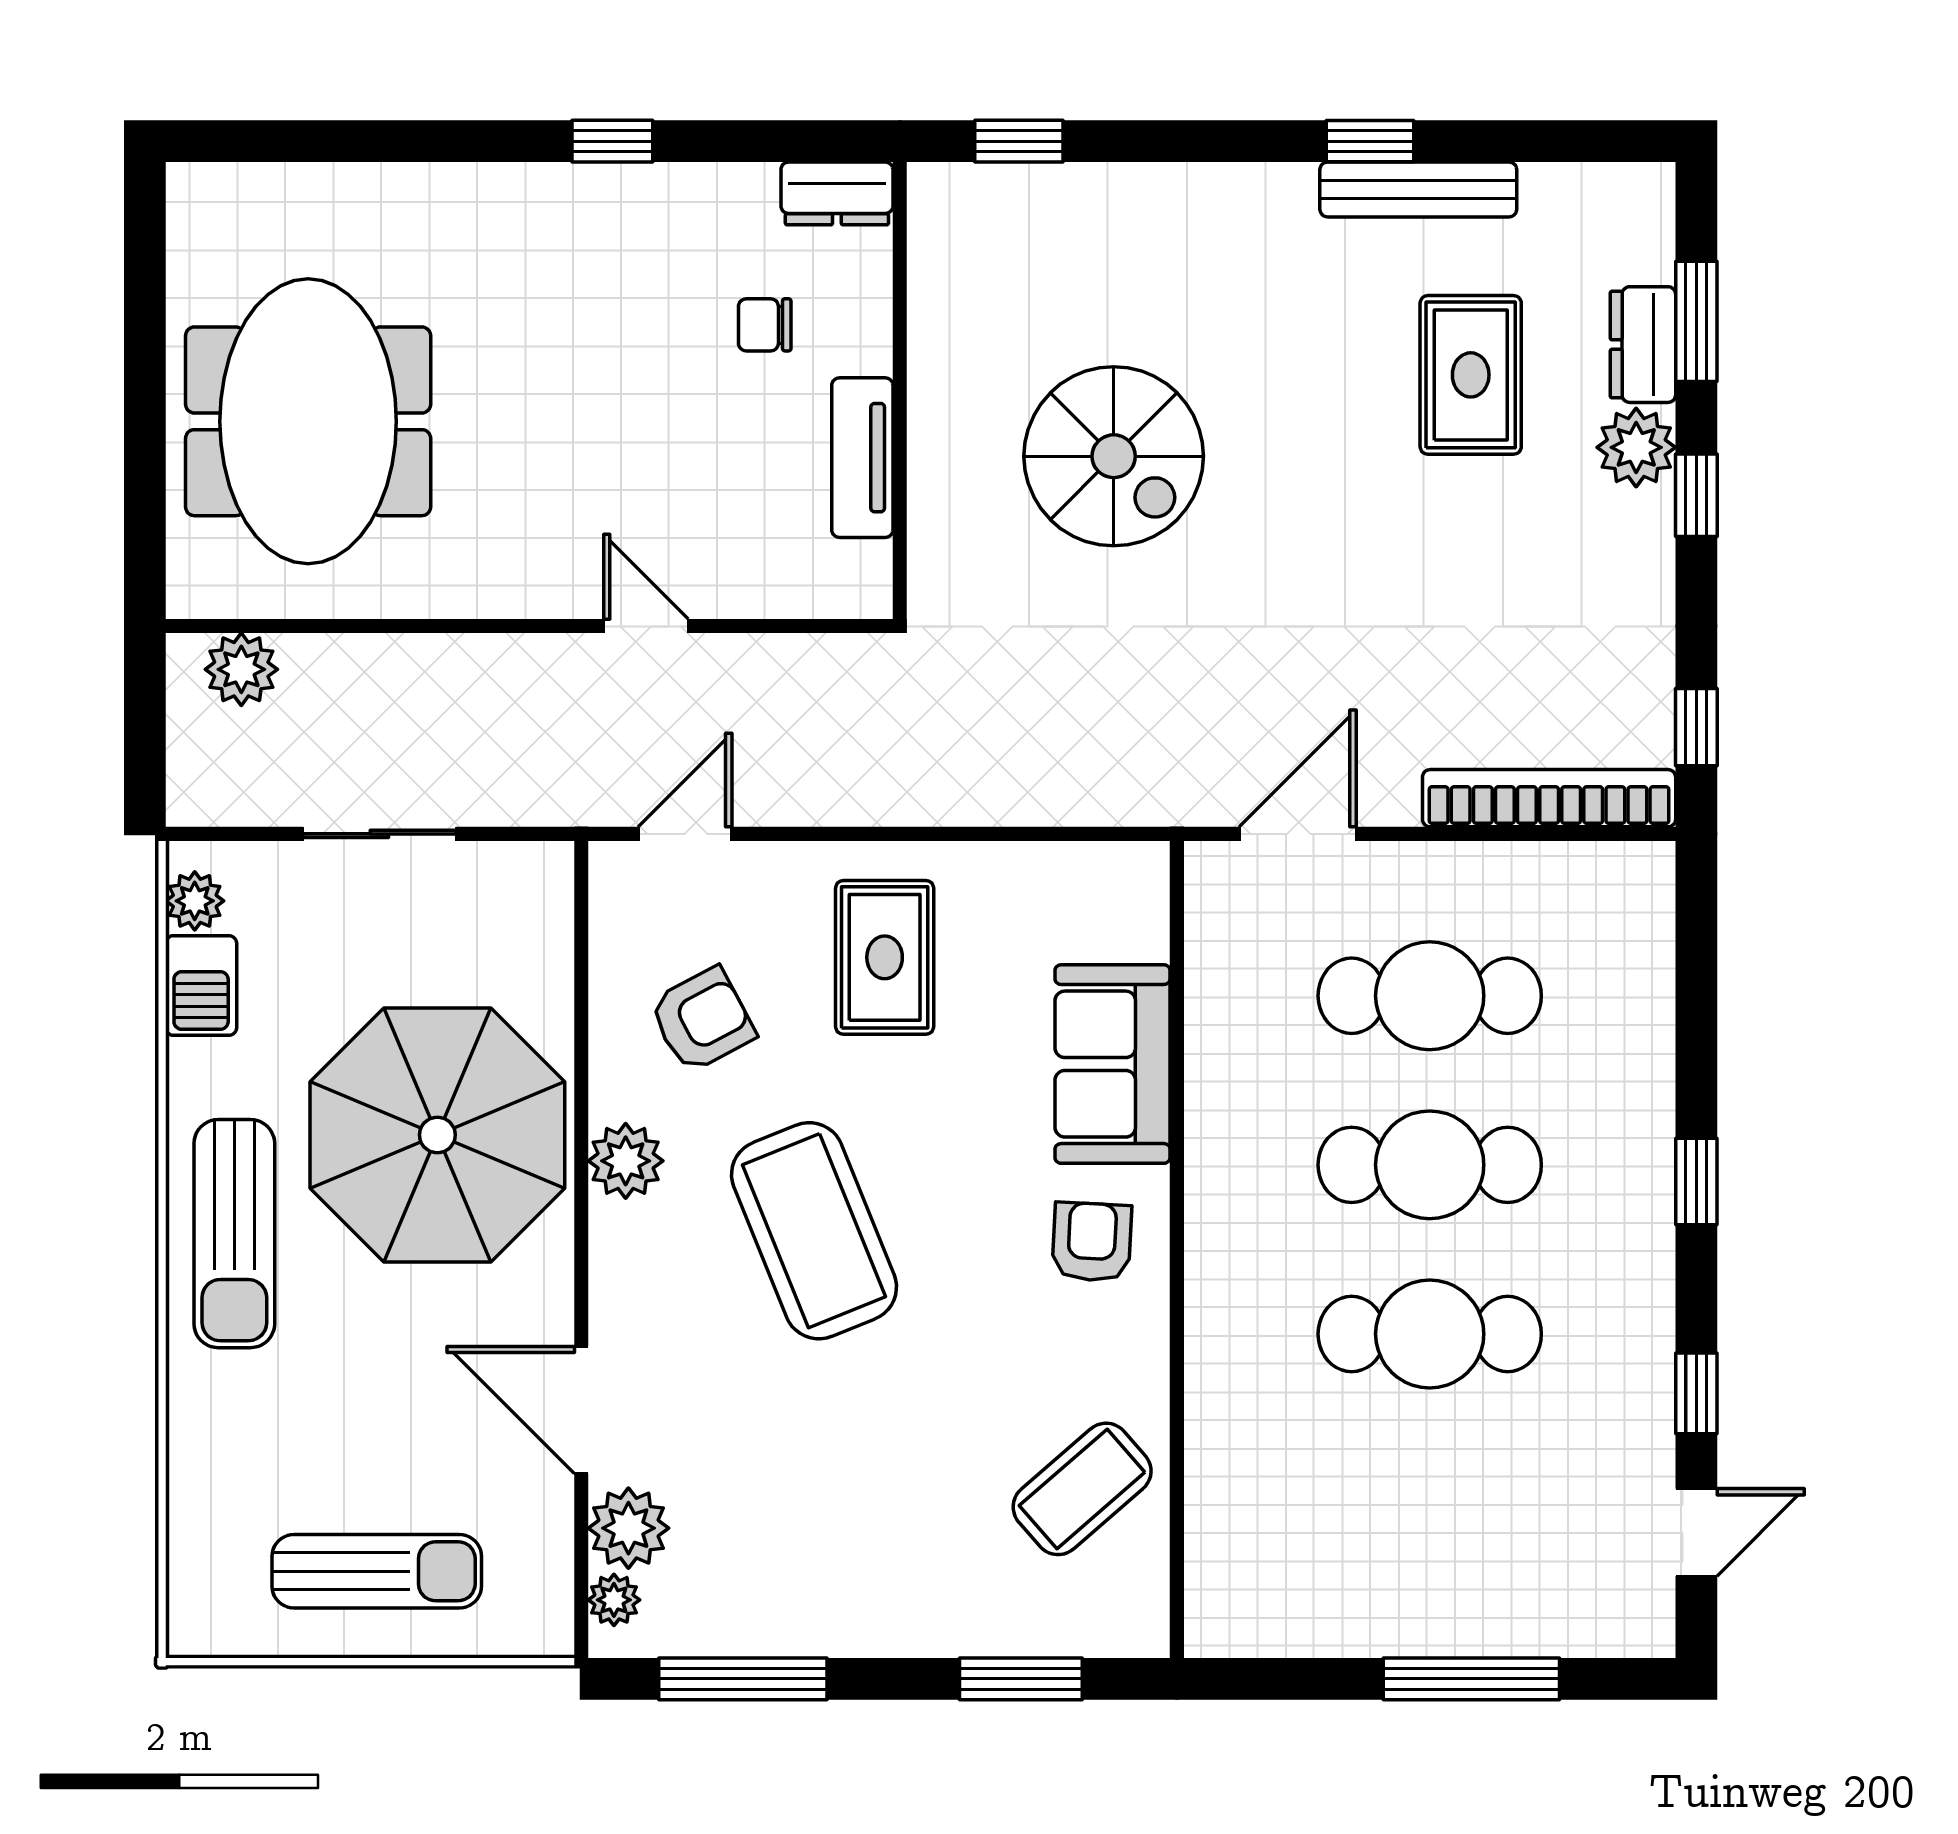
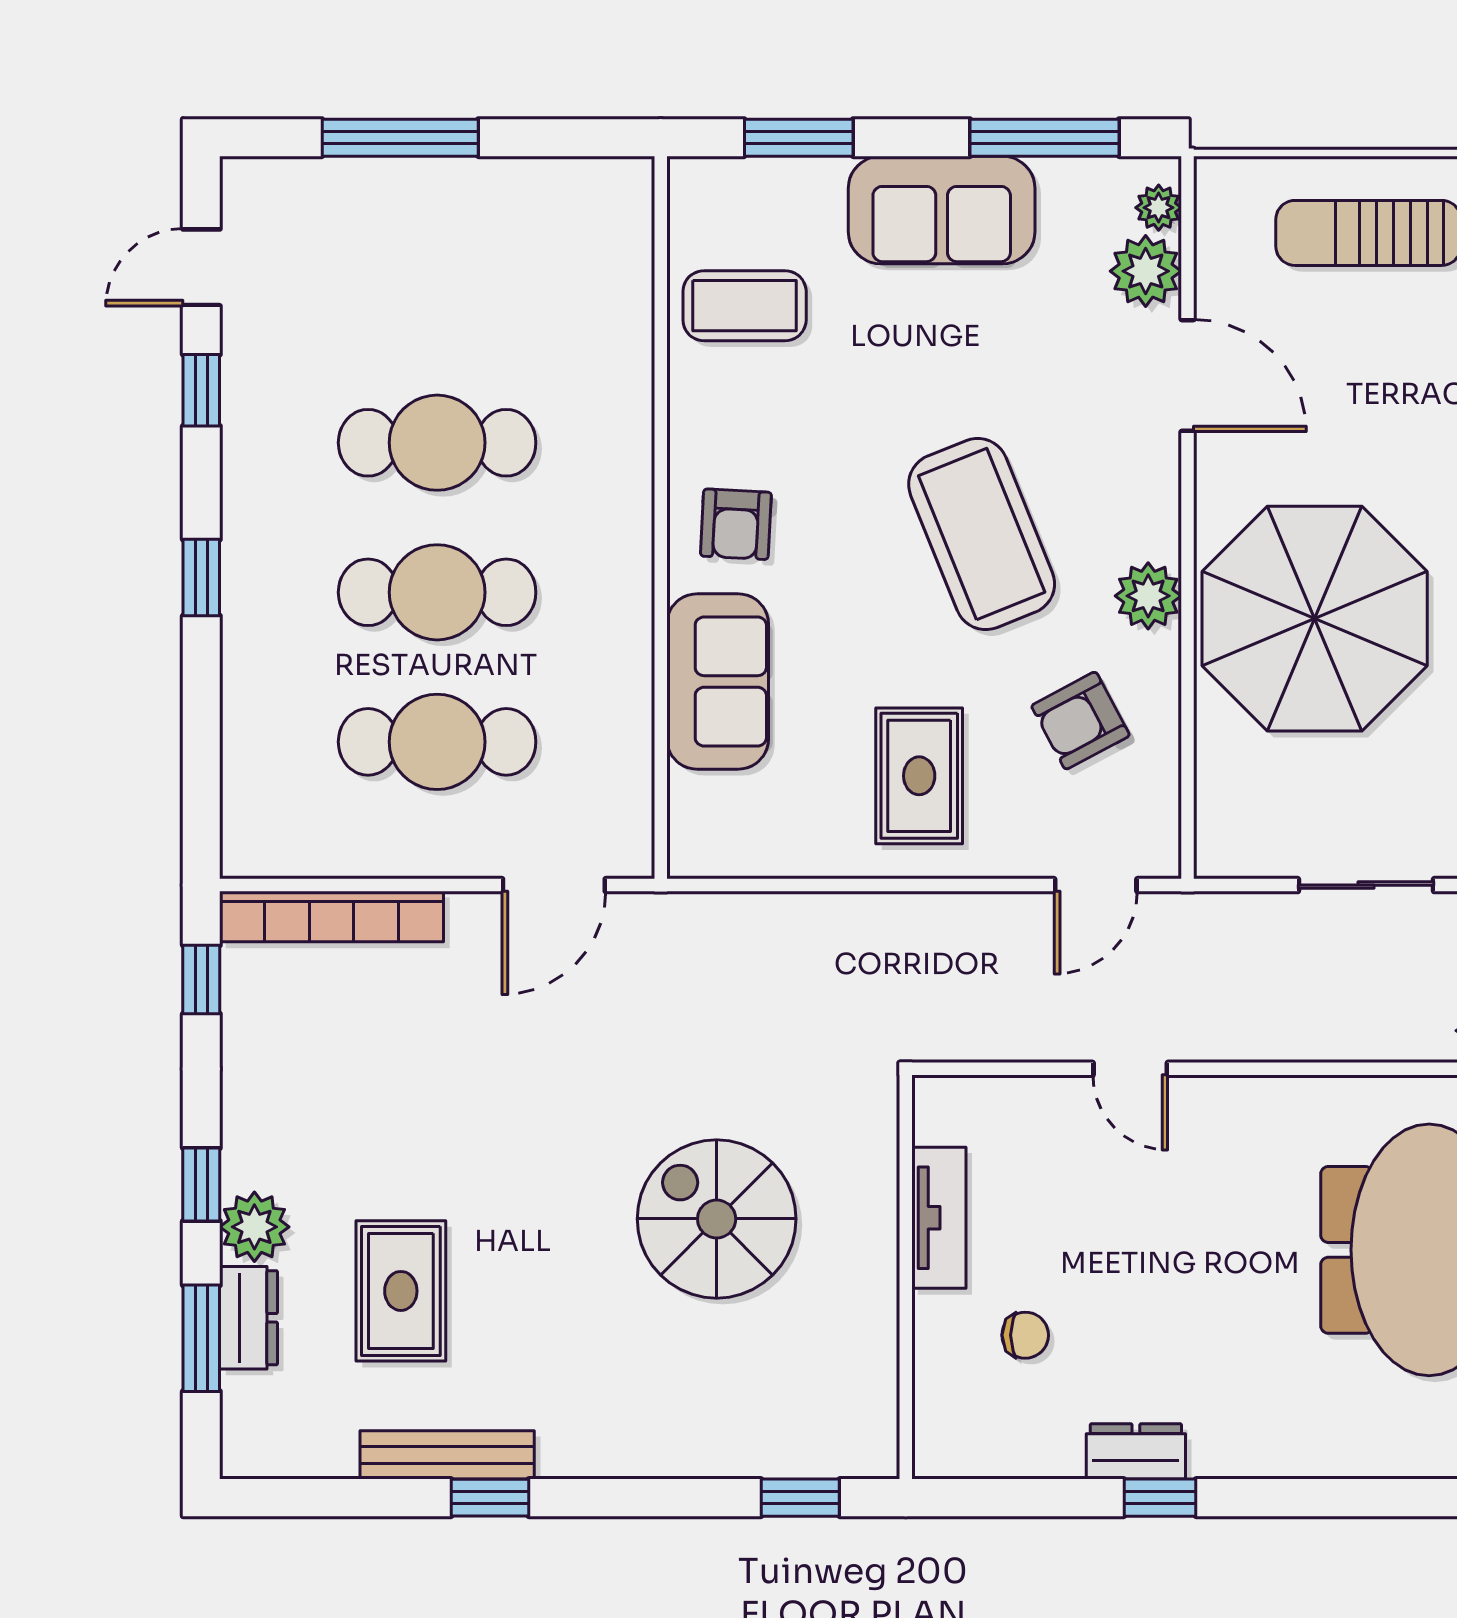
dresser: (837, 193) -> (1136, 1451), moved
coffee table: (1082, 1489) -> (745, 306), turned 41
sofa: (859, 1597) -> (942, 210), added

